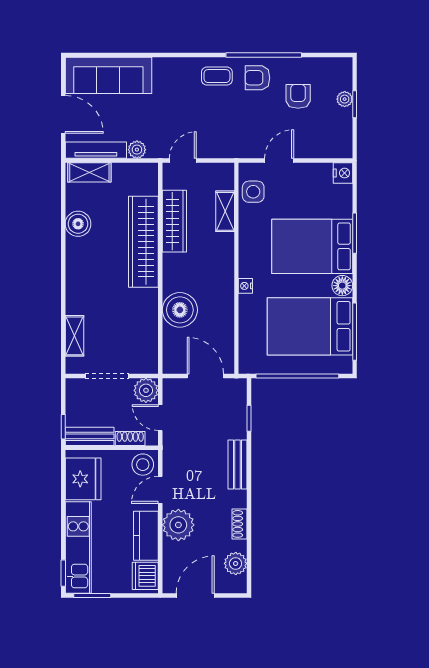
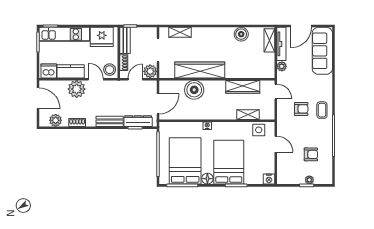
armchair: (257, 78) -> (301, 109), moved, turned 90
wardrobe: (143, 242) -> (200, 70), moved
dresser: (237, 412) -> (138, 121), added

